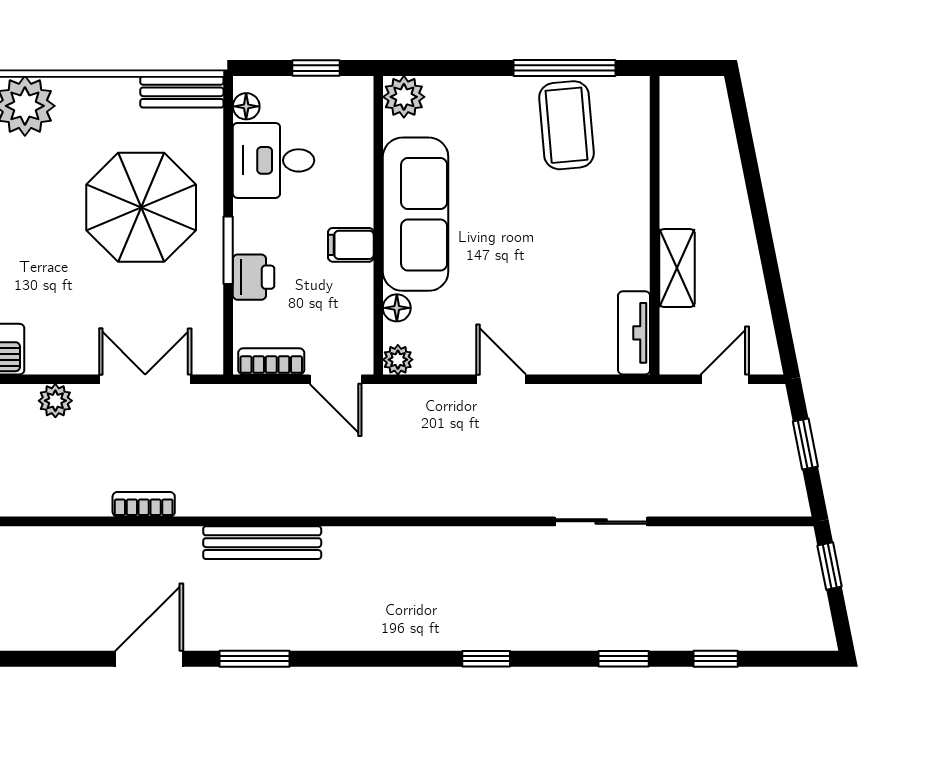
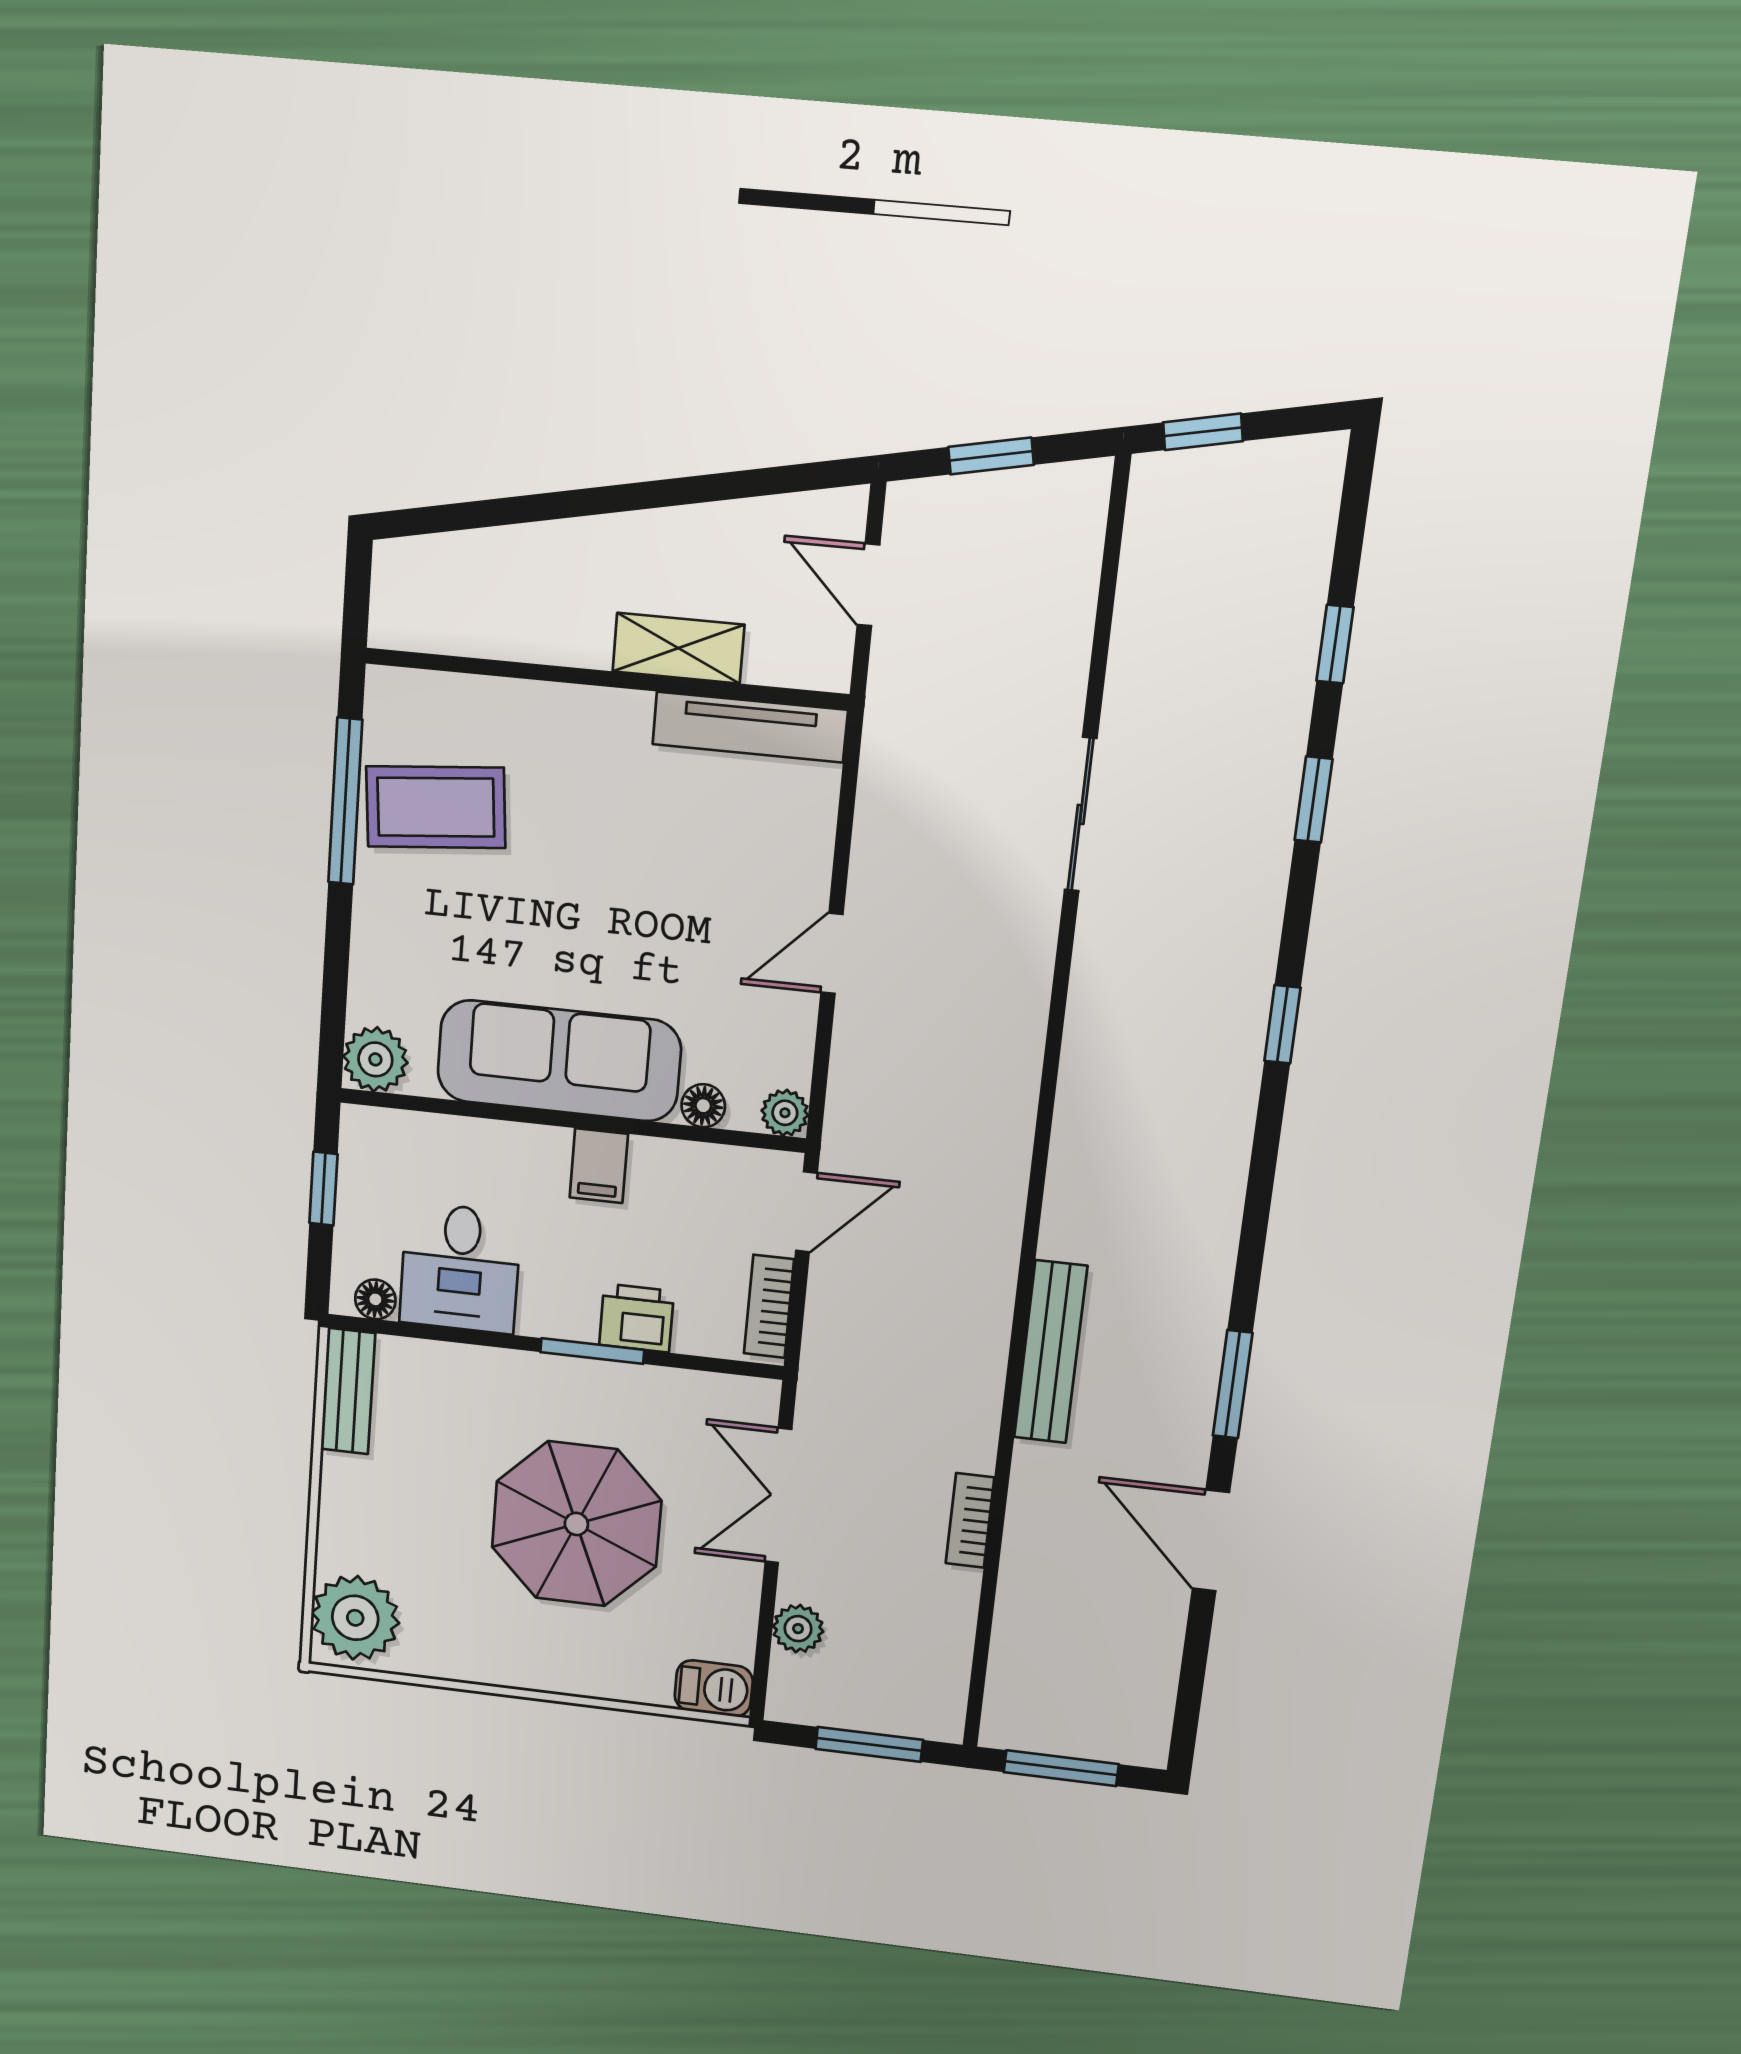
parasol: (141, 207) -> (576, 1524), moved
tv unit: (634, 333) -> (750, 727), width x1.41

